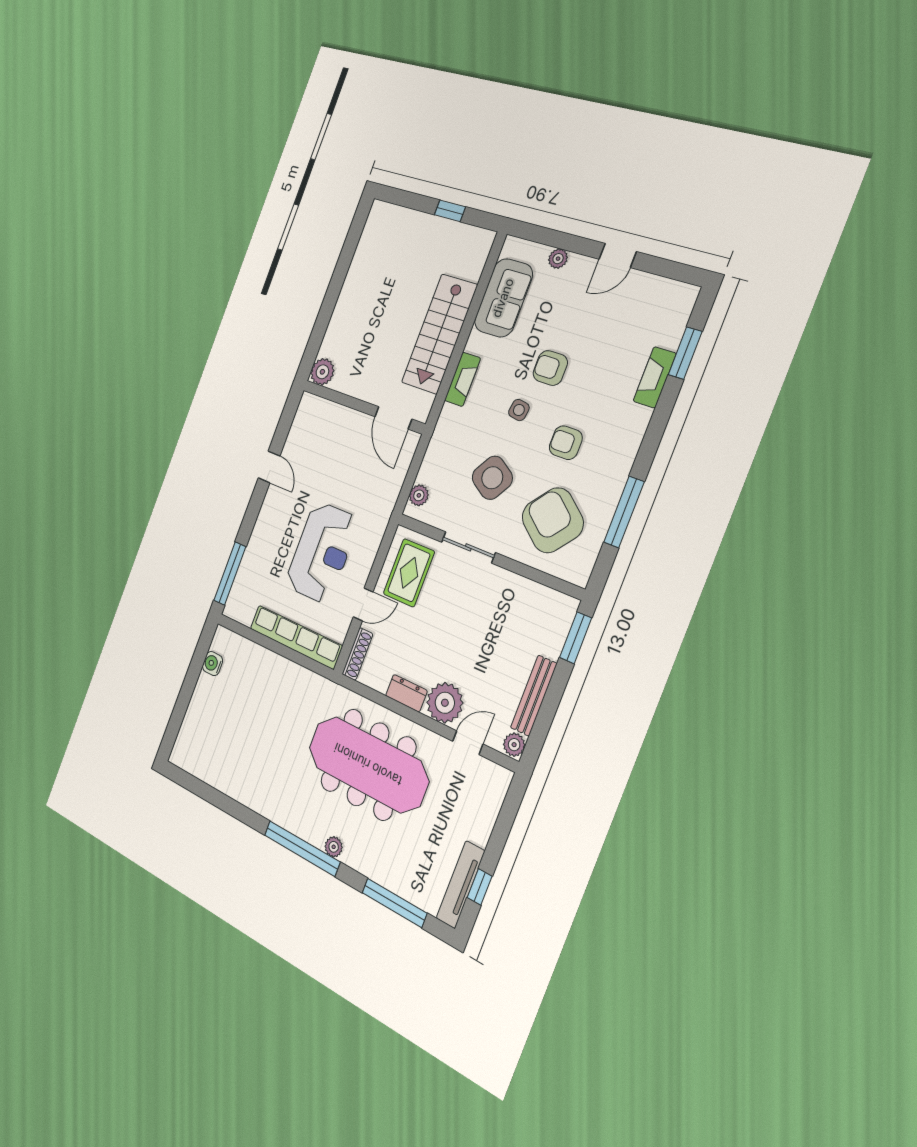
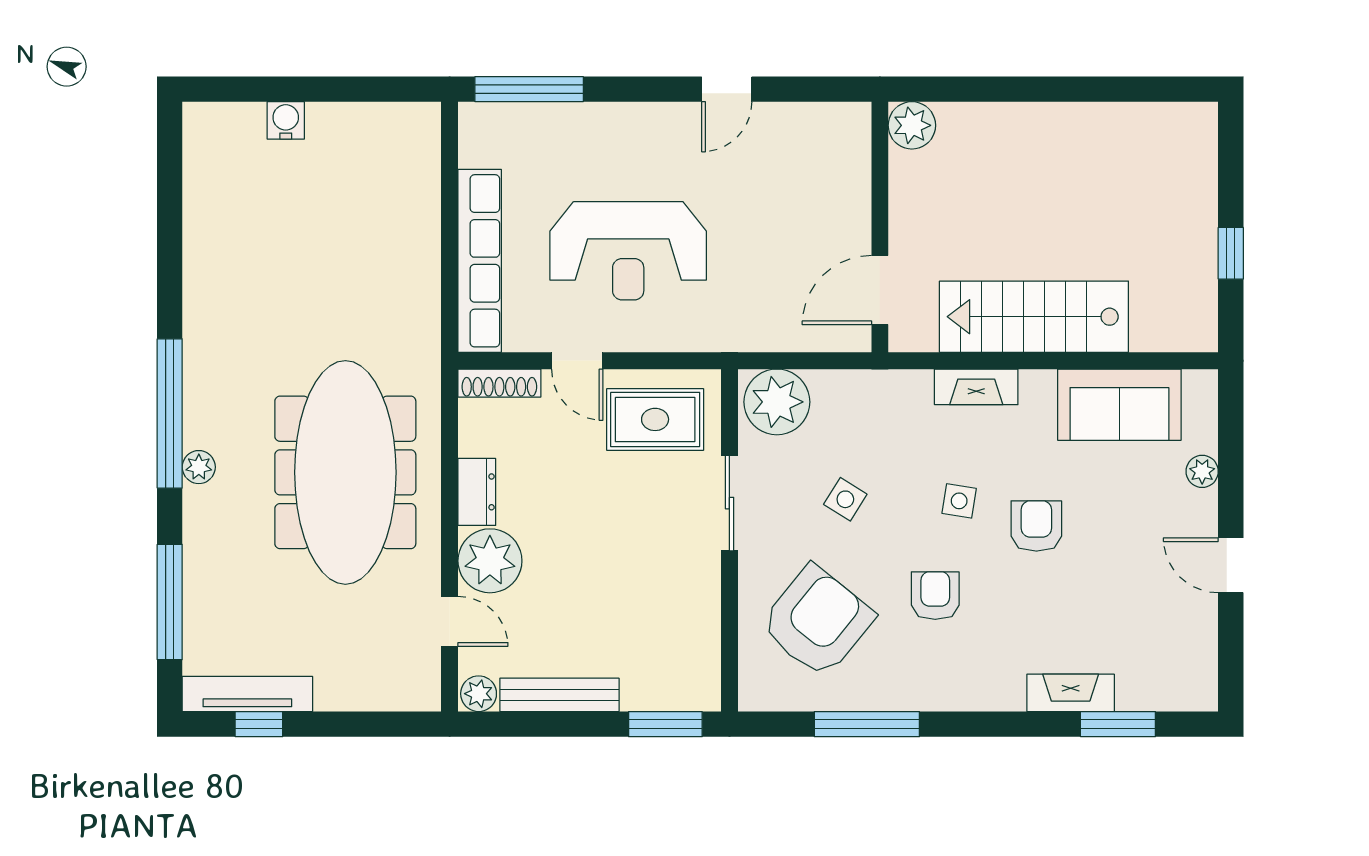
side table: (492, 478) -> (845, 499), width x0.54, depth x0.54
plant: (419, 495) -> (777, 402), width x1.88, depth x1.88
water cooler: (213, 664) -> (286, 120), moved

